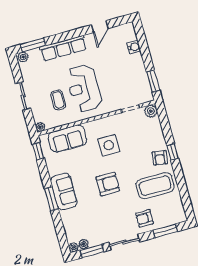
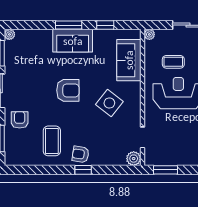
side table: (109, 145) -> (109, 103), turned 38
window: (38, 151) -> (105, 25), moved
armchair: (108, 184) -> (68, 90), turned -90
coffee table: (155, 186) -> (52, 141), width x0.73, depth x0.76
plant: (84, 244) -> (10, 46), removed

